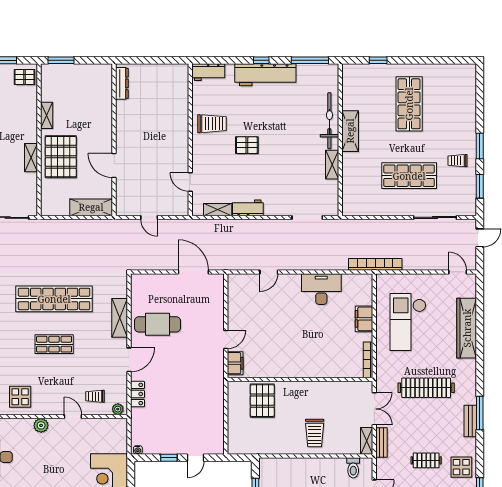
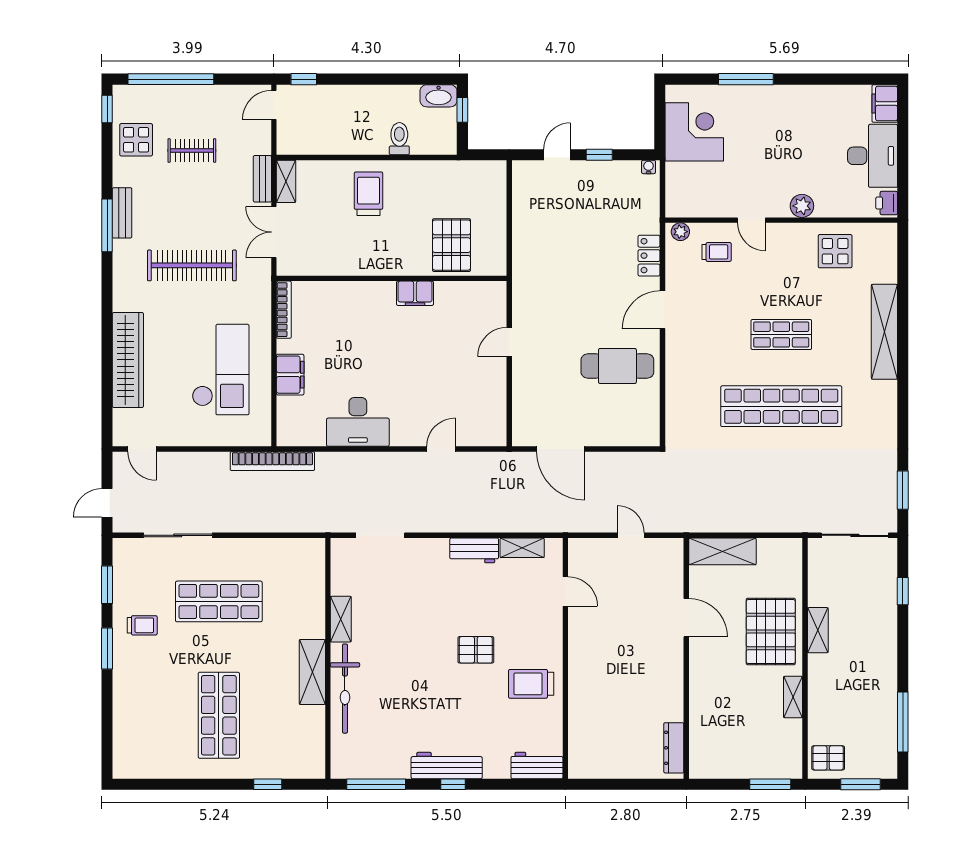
workbench: (265, 75) -> (447, 766), width x0.73, depth x0.76
shelving: (120, 318) -> (677, 376), removed
filing cabinet: (235, 363) -> (415, 293), moved, turned -90
toilet: (353, 468) -> (399, 139), moved

